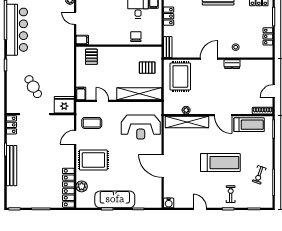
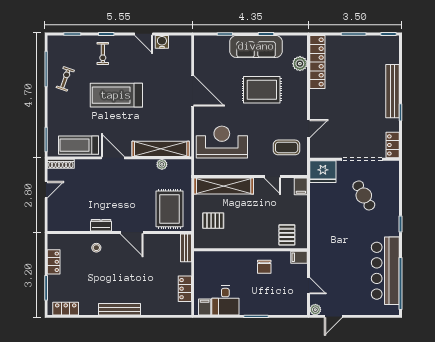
chair: (136, 37) -> (264, 267), moved
door: (209, 59) -> (132, 232), hinge flipped
rug: (93, 160) -> (262, 90), moved
water cooler: (169, 203) -> (162, 42), moved

